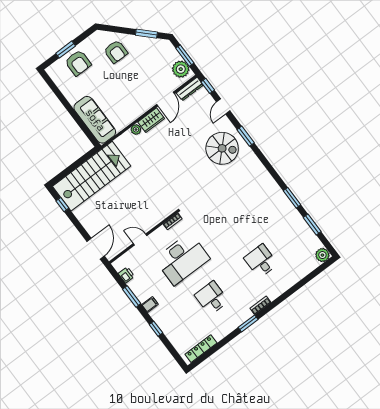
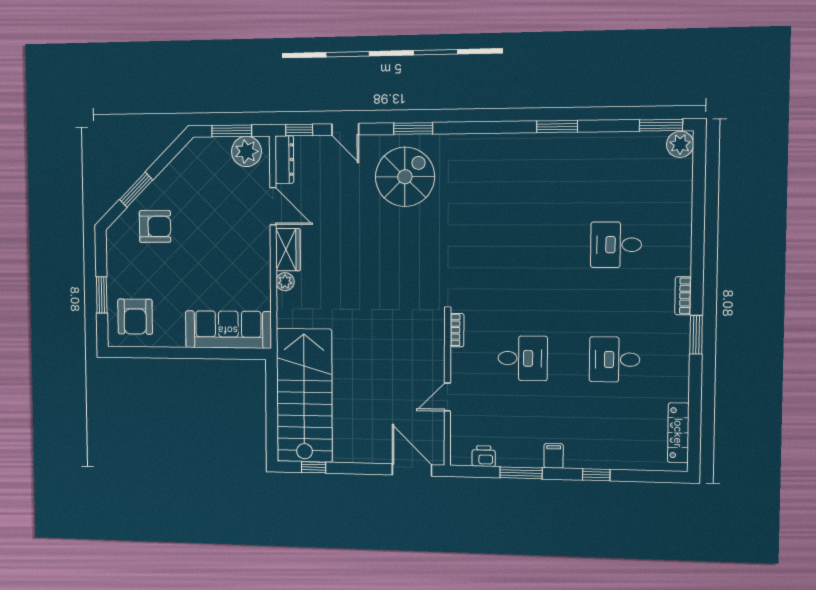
window: (146, 34) -> (136, 190), moved
armchair: (78, 63) -> (135, 317), moved, turned 90
window: (312, 224) -> (661, 125), moved
desk: (182, 259) -> (523, 358), width x0.53, depth x0.77

